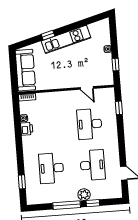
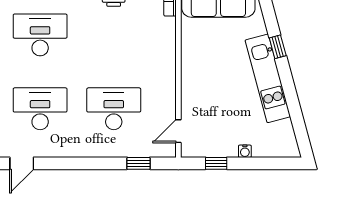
door: (87, 88) -> (178, 131), moved
desk: (93, 165) -> (40, 109), turned 180

